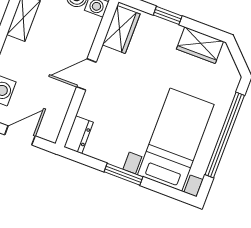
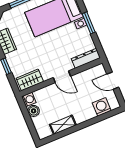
dresser: (79, 135) -> (86, 58), width x1.44

